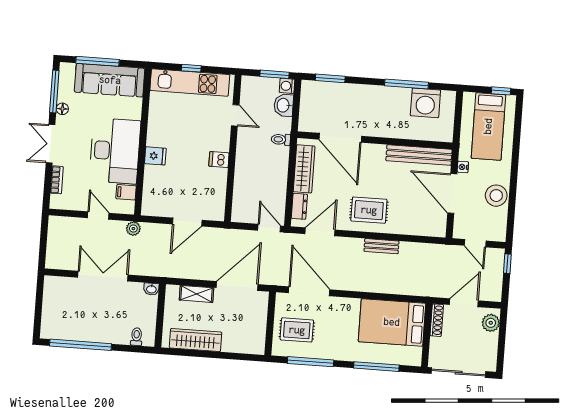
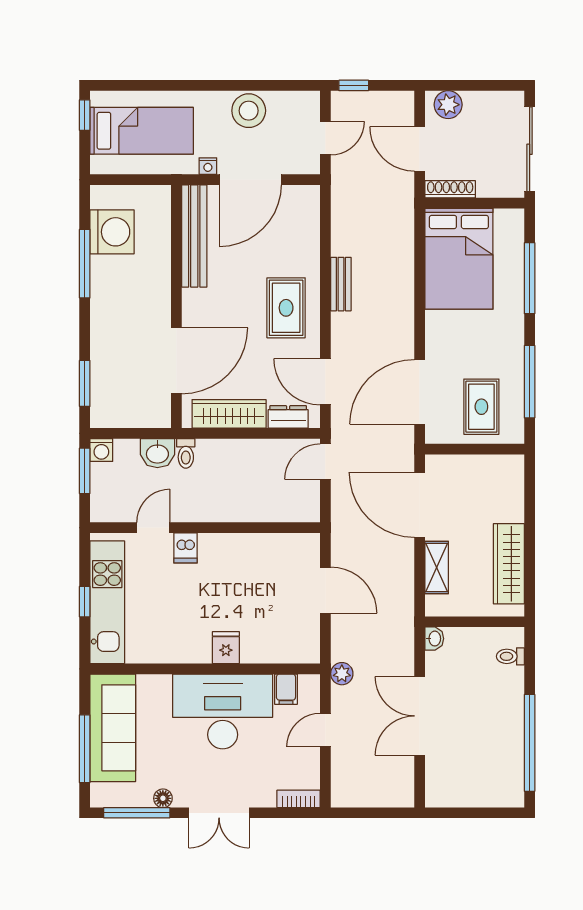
washbasin: (284, 105) -> (157, 453), moved
dishwasher: (219, 160) -> (185, 548), moved
bookcase: (57, 180) -> (299, 799), moved

